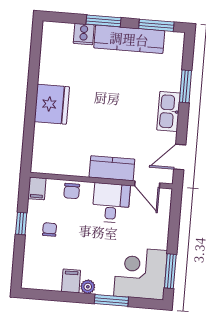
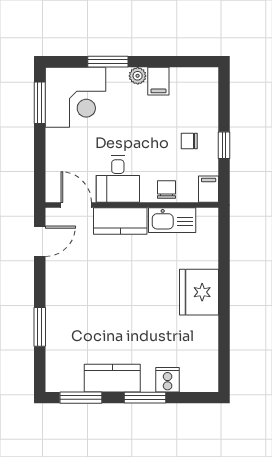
kitchen counter: (129, 39) -> (112, 378), width x0.67
kitchen sink: (169, 111) -> (172, 220), moved, turned 90
chair: (50, 229) -> (189, 141), turned 90

